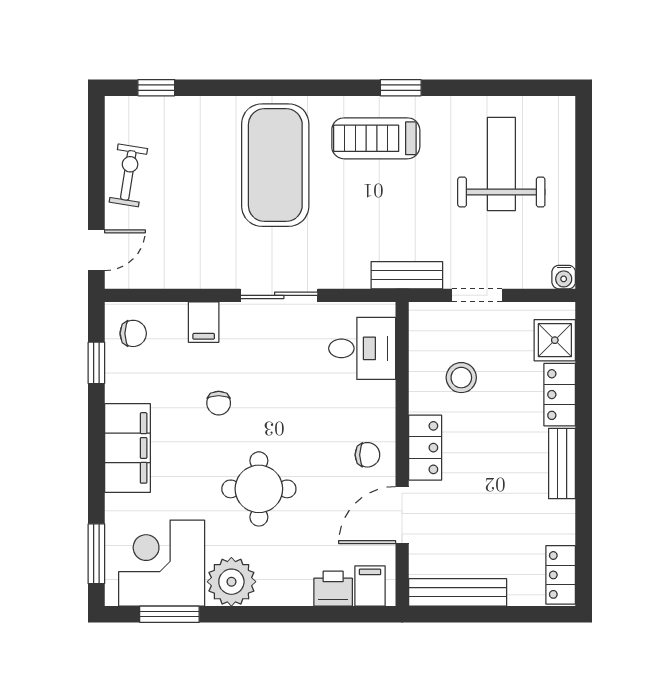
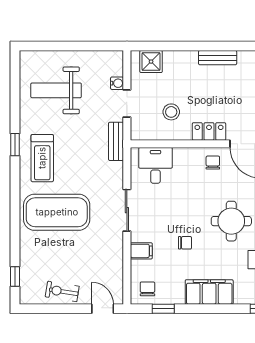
water cooler: (564, 277) -> (117, 83), moved
locker: (560, 395) -> (180, 59), removed

